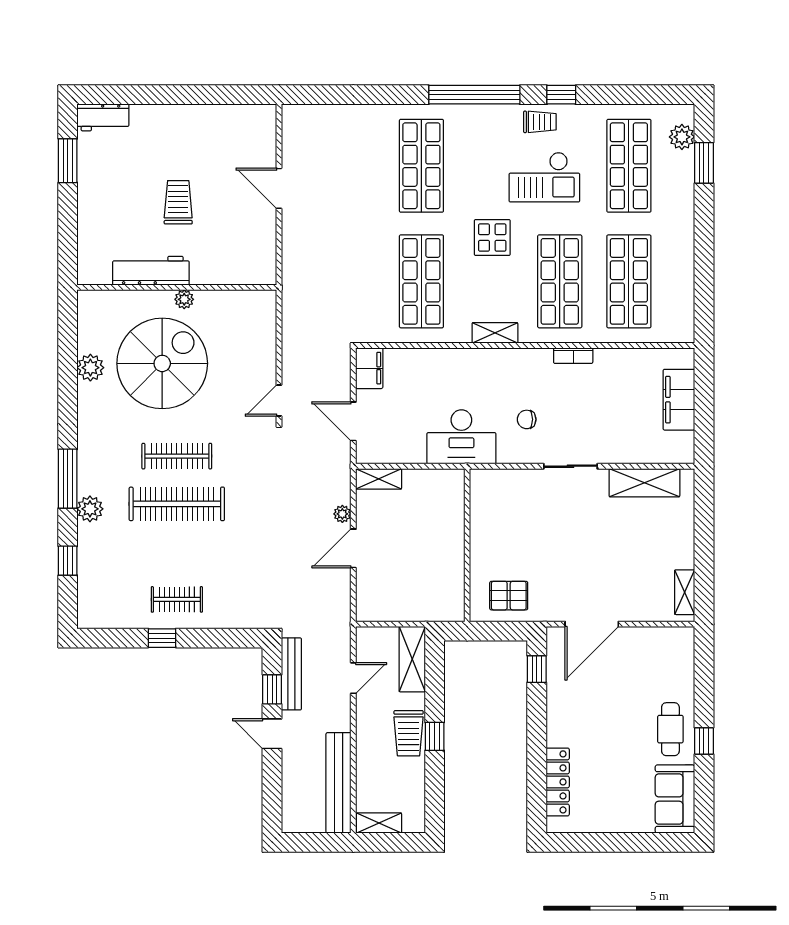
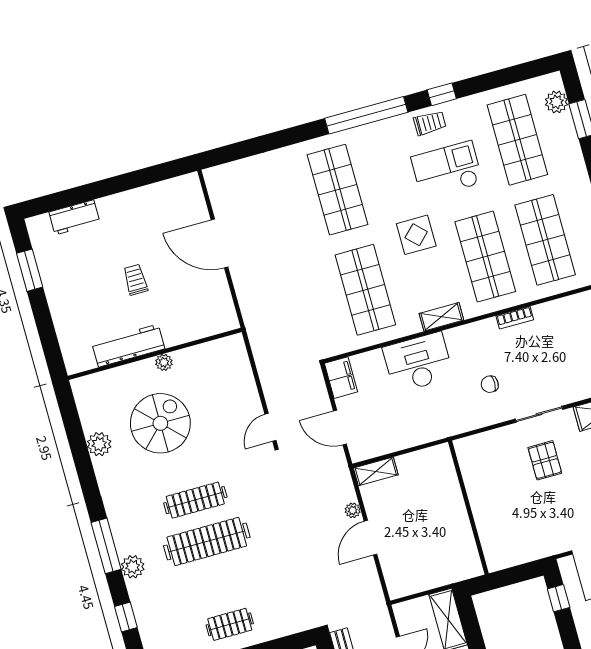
workbench: (103, 117) -> (74, 217), moved
checkout: (544, 177) -> (447, 170), turned 180
door: (279, 188) -> (220, 243), width x1.36
trolley: (178, 202) -> (135, 280), width x0.73, depth x0.72
spiral stairs: (162, 363) -> (160, 423), width x0.73, depth x0.73
desk: (461, 437) -> (418, 362), moved, turned 180
pallet: (509, 596) -> (545, 460), moved, turned 90

